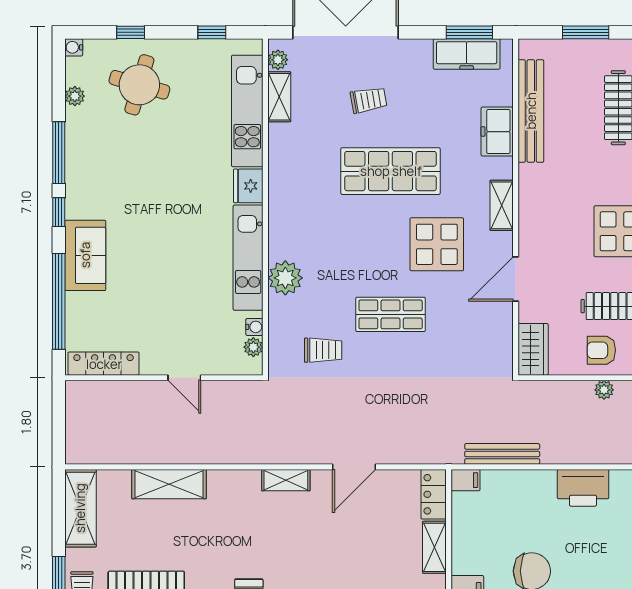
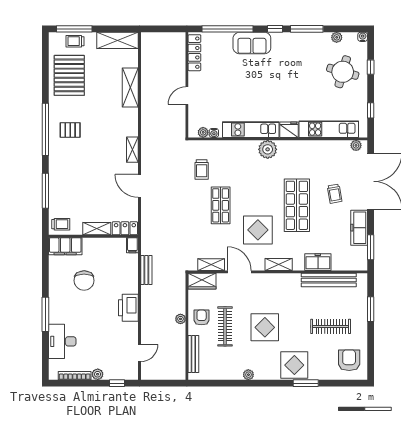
freezer: (467, 54) -> (359, 228), moved
shelving: (279, 97) -> (211, 265), moved
plant: (285, 278) -> (268, 149), moved
bench: (502, 454) -> (146, 270), width x0.73

